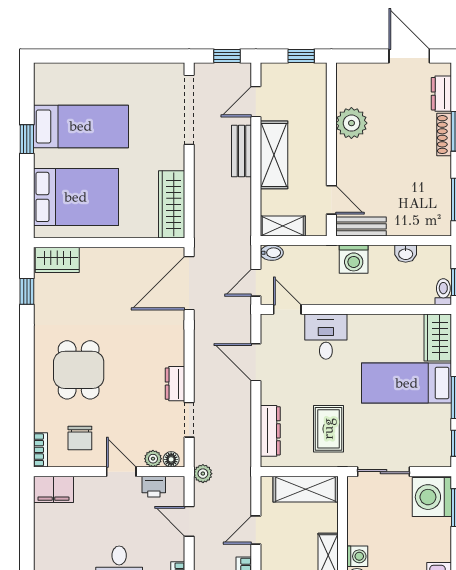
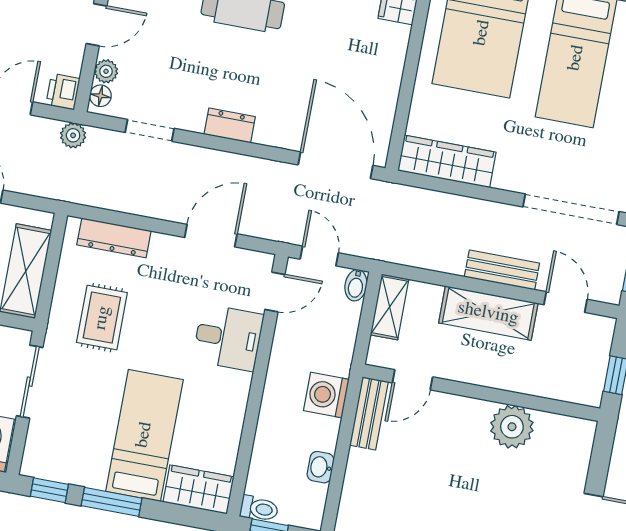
dresser: (175, 384) -> (230, 125), moved
rug: (328, 429) -> (102, 318), turned 90
printer: (154, 487) -> (63, 92), moved

